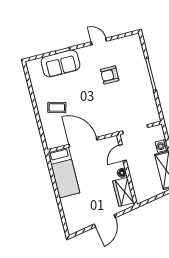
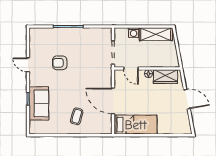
door: (99, 41) -> (28, 65), hinge flipped
armchair: (110, 75) -> (60, 63), turned 90
door: (83, 142) -> (113, 101), hinge flipped

